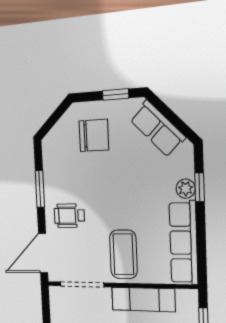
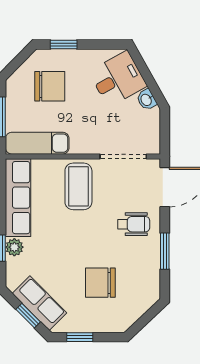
window: (169, 114) -> (28, 316), added
chair: (94, 135) -> (100, 283), moved
exam couch: (143, 299) -> (37, 143), moved

